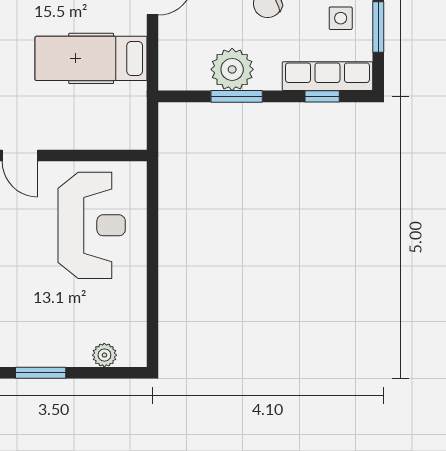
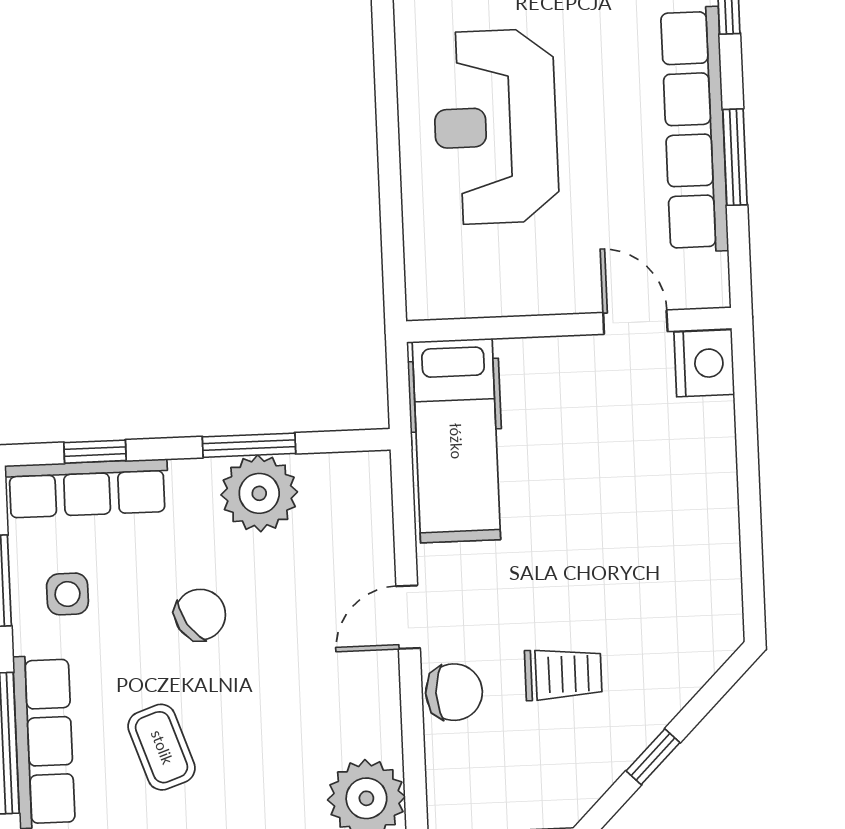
hospital bed: (91, 58) -> (456, 441), moved, turned 90
reception desk: (92, 225) -> (496, 127), moved

